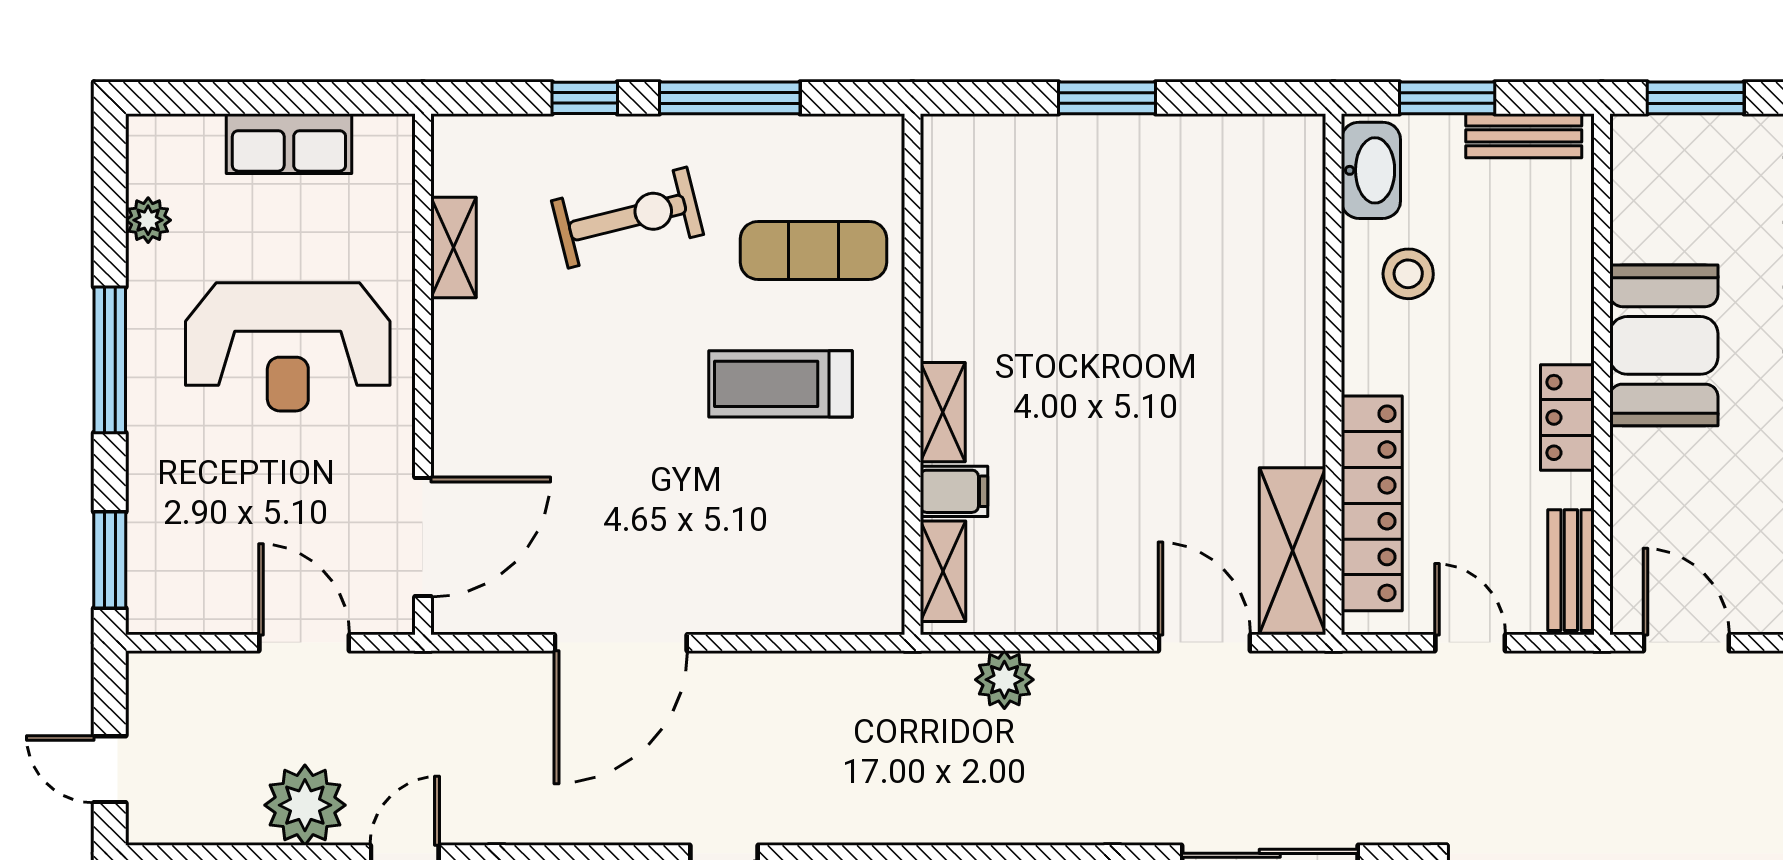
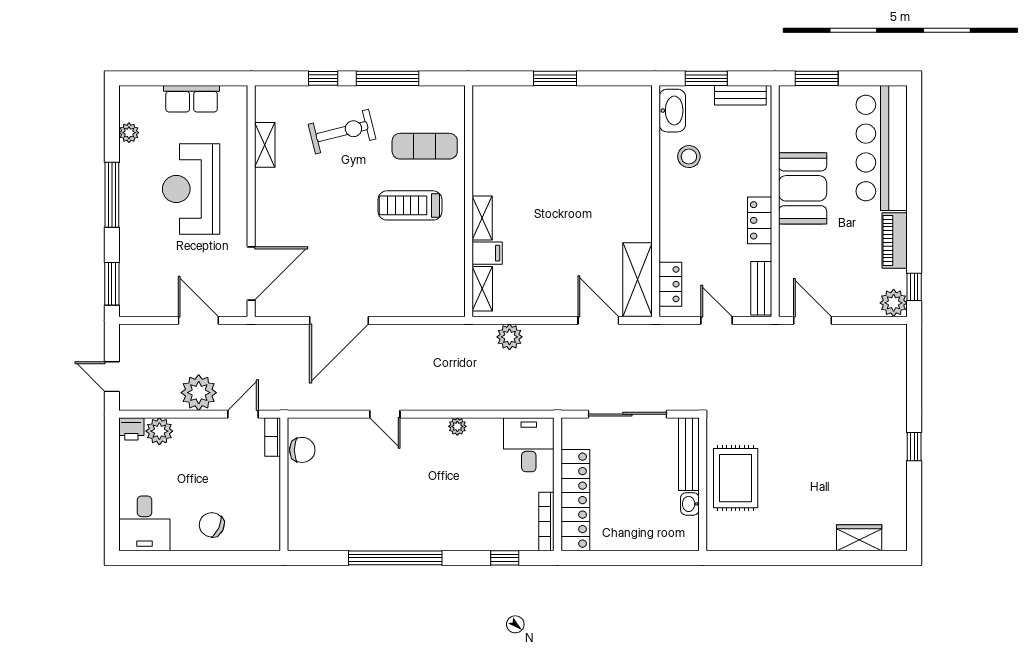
reception desk: (288, 347) -> (191, 189), turned 90
locker: (1372, 503) -> (670, 284), width x0.46, depth x0.83

